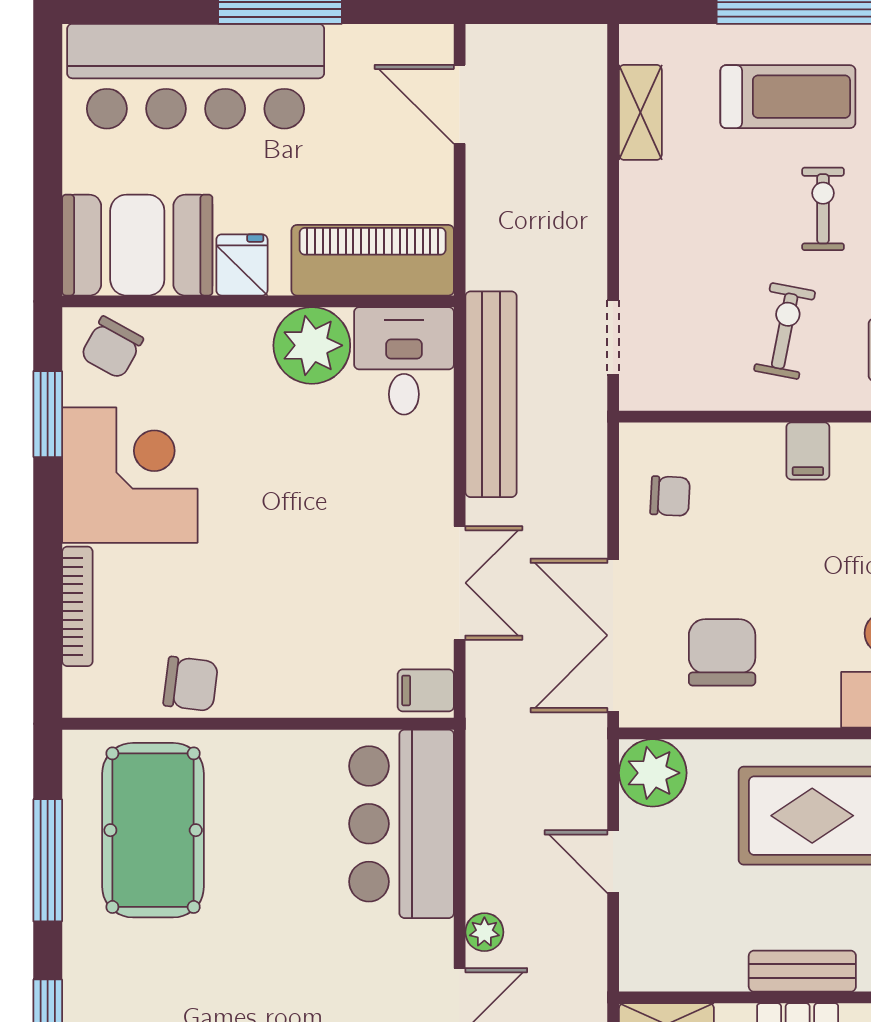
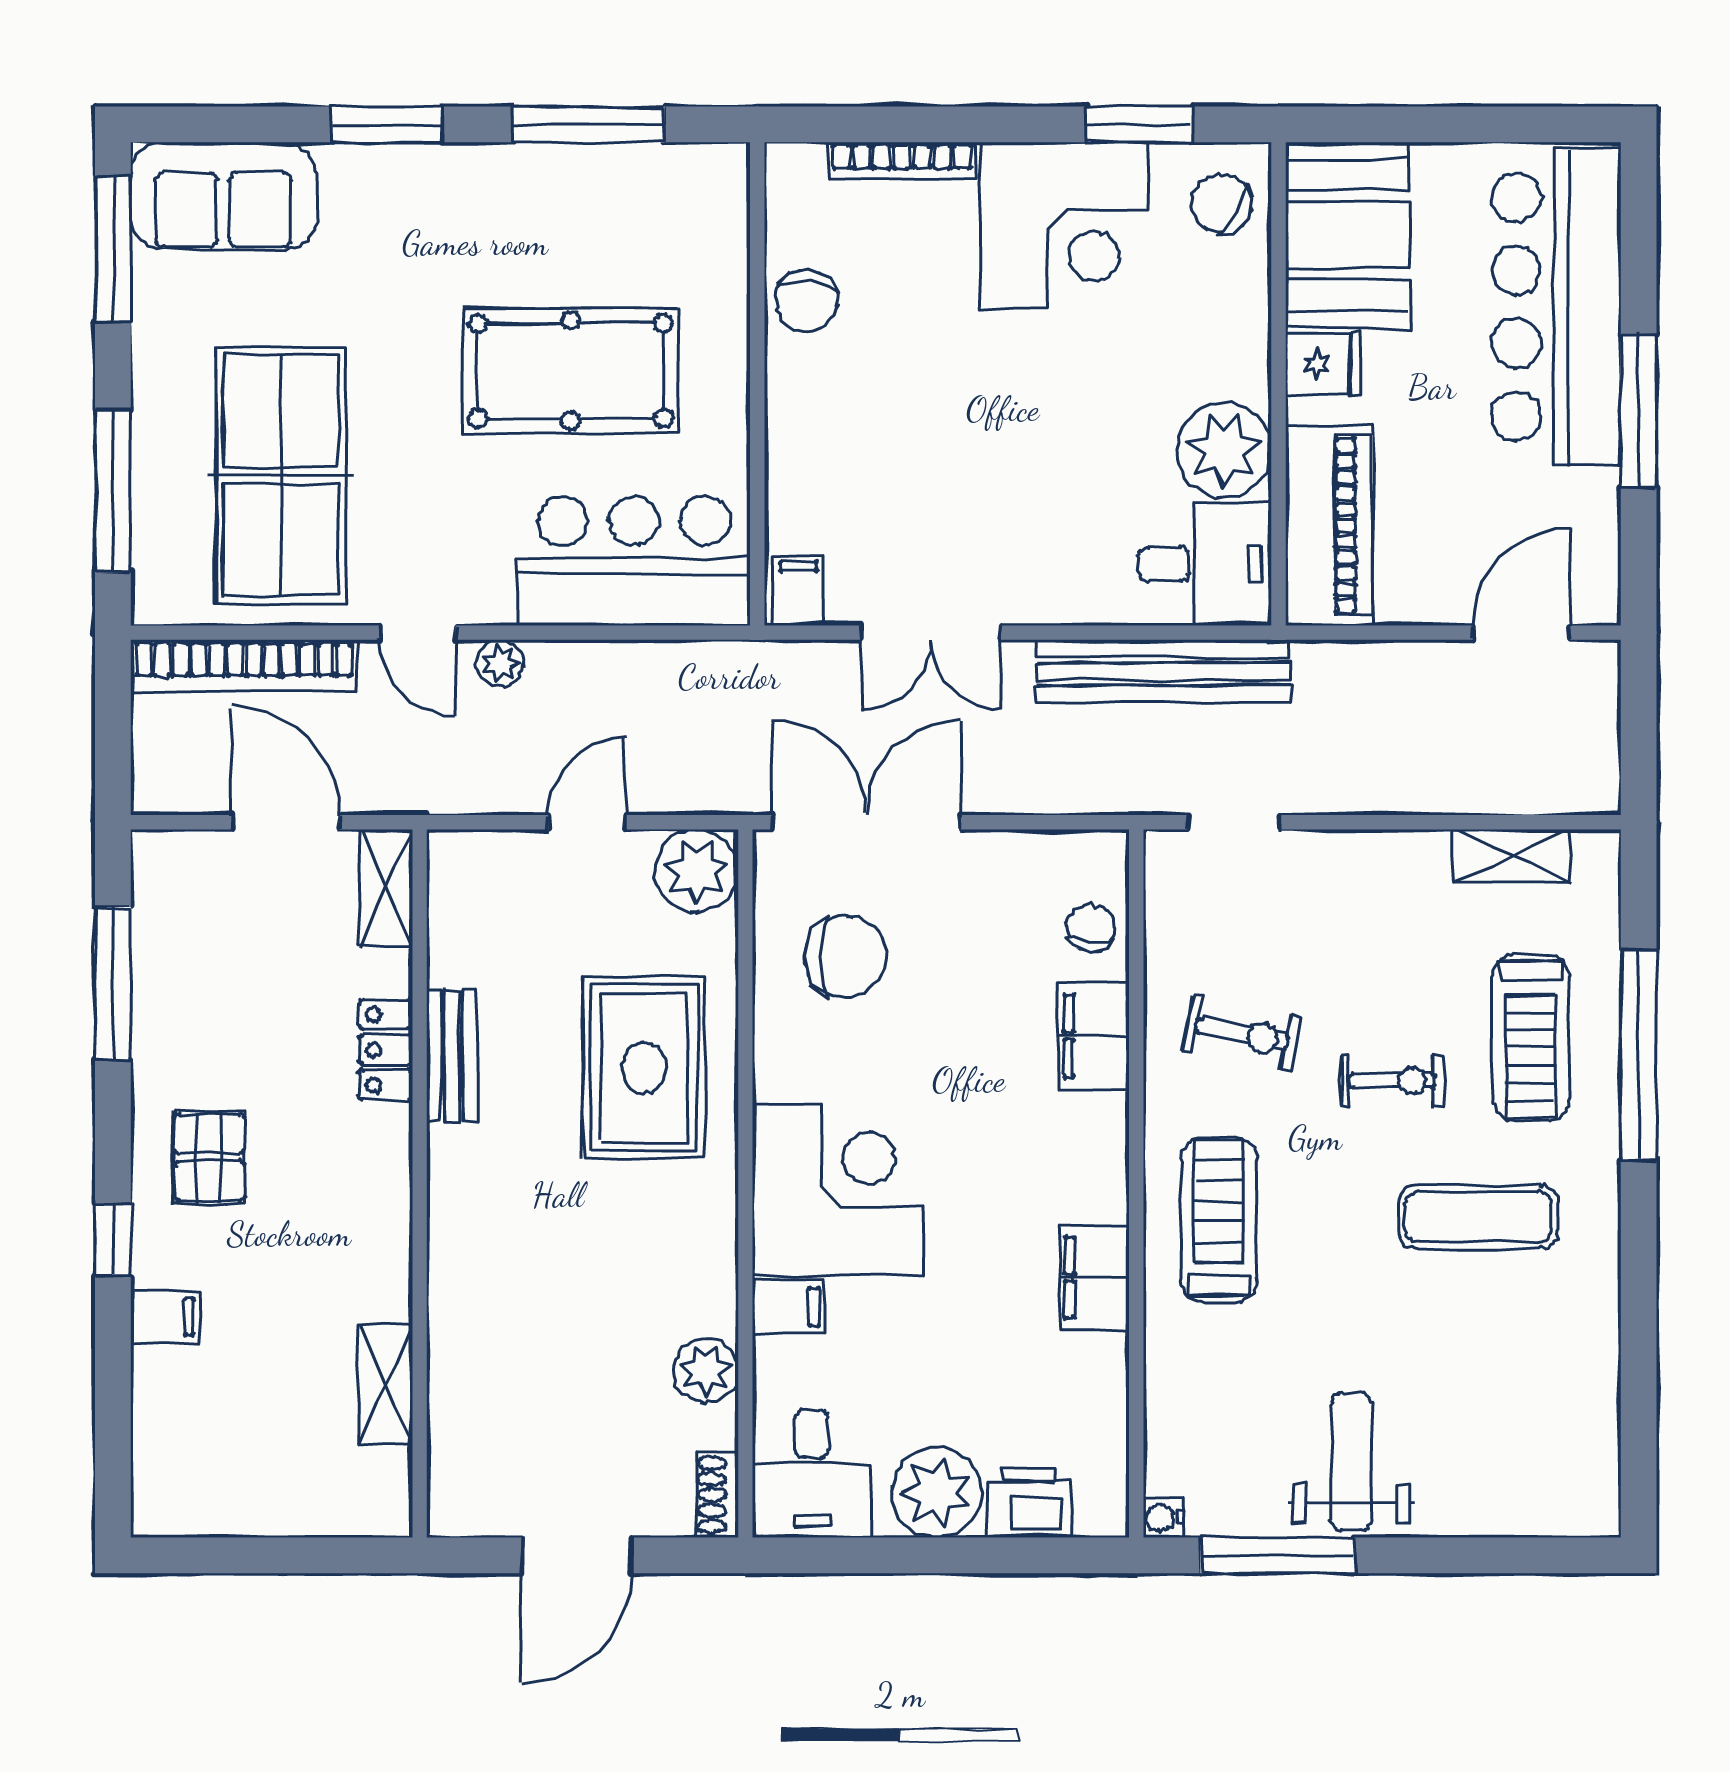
filing cabinet: (808, 451) -> (1094, 1036), width x2.00
chair: (670, 496) -> (1091, 928), moved, turned 180
pool table: (153, 830) -> (571, 371), moved

